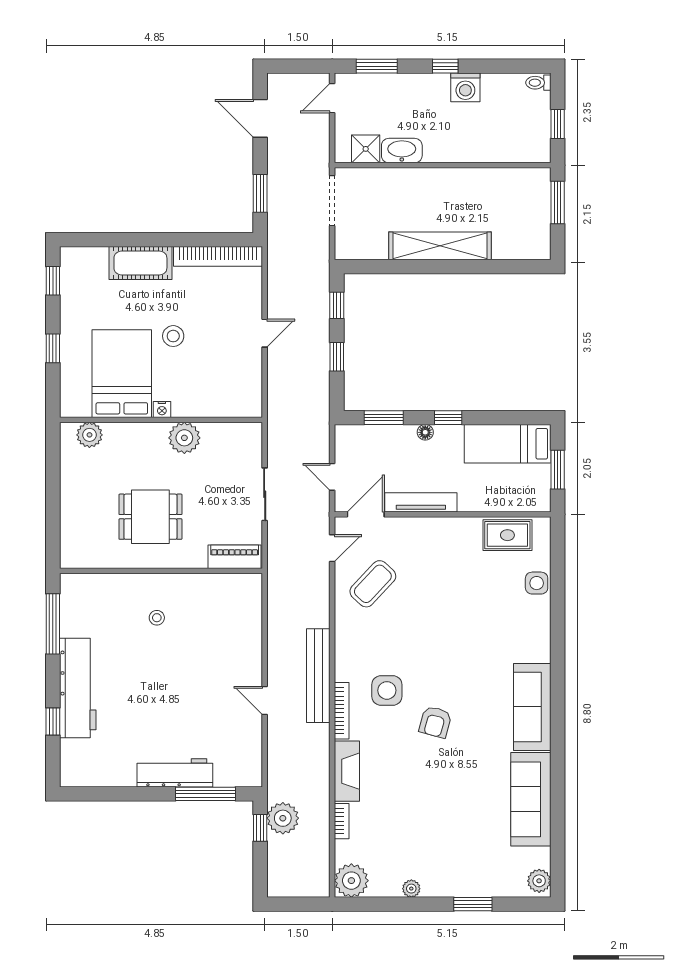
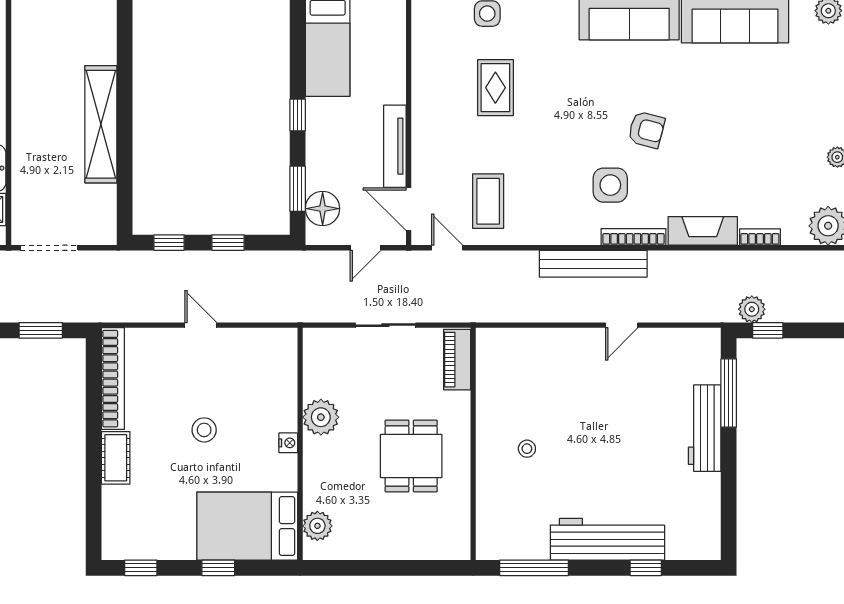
cot: (140, 263) -> (116, 458), width x0.73, depth x0.75
bed: (122, 374) -> (247, 526), moved
floor lamp: (425, 432) -> (323, 209), moved, width x1.89, depth x1.89
rug: (507, 535) -> (495, 88), moved
coffee table: (373, 584) -> (488, 201), turned 47
plant: (283, 818) -> (752, 309), width x0.73, depth x0.73

